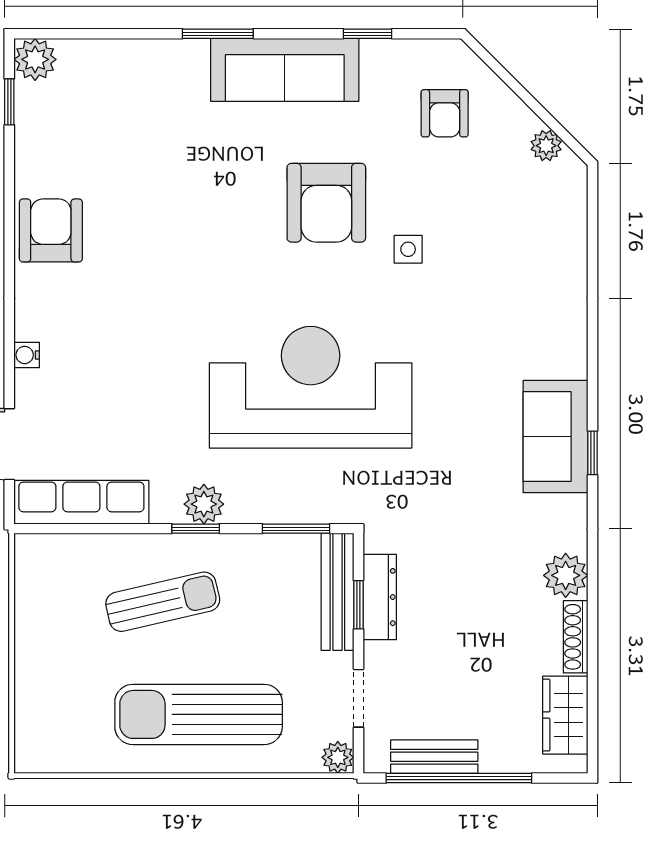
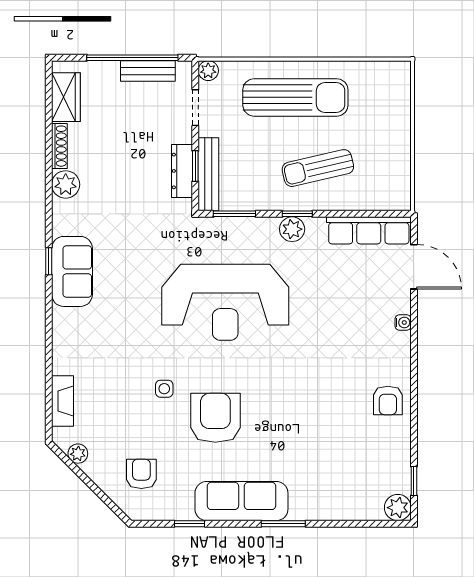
armchair: (51, 230) -> (388, 400), width x0.72, depth x0.72
fireplace: (571, 230) -> (62, 401), added

